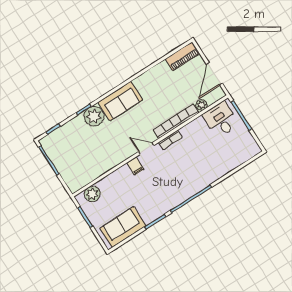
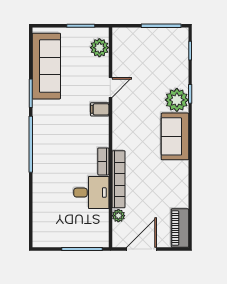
door: (214, 74) -> (141, 249), hinge flipped
desk: (221, 120) -> (91, 193), moved
door: (146, 148) -> (110, 88), moved
sofa: (123, 227) -> (46, 66), width x1.36

